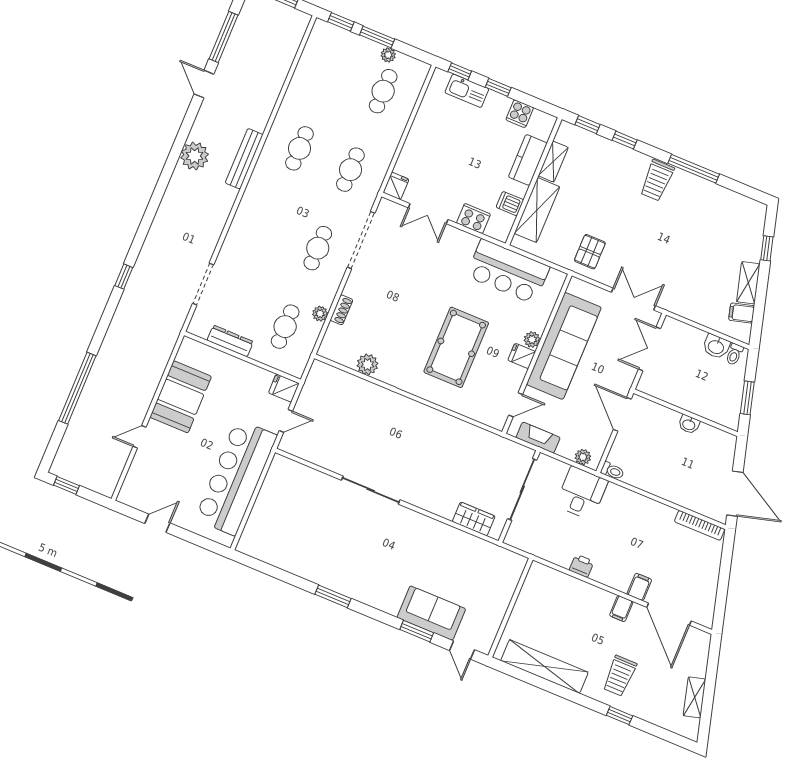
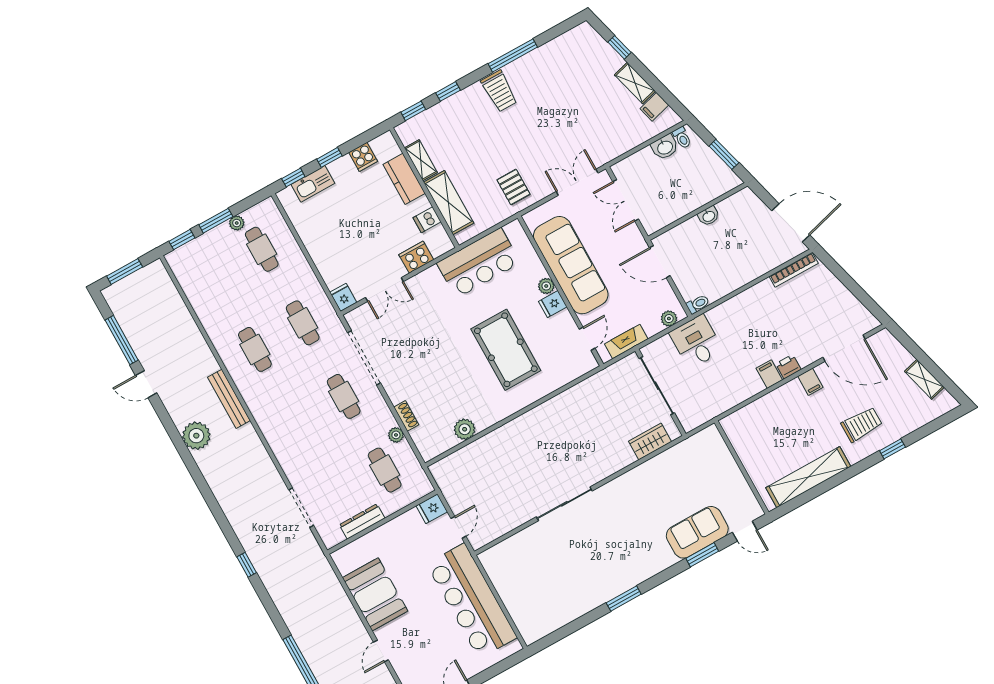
printer: (582, 566) -> (788, 367), moved
filing cabinet: (639, 587) -> (769, 374), moved
trolley: (620, 676) -> (862, 424), turned -90

